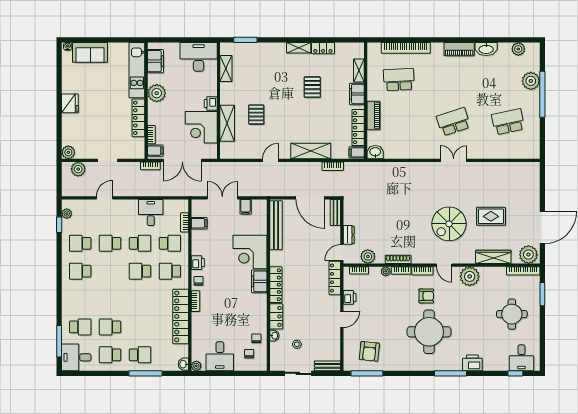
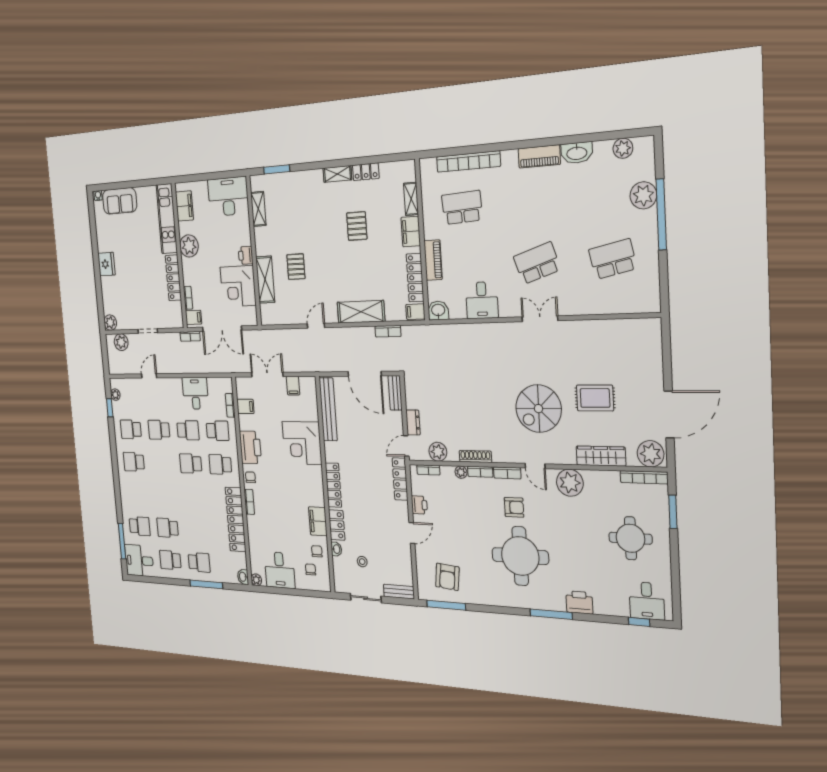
desk: (410, 146) -> (482, 300), added
printer: (198, 263) -> (250, 447), width x1.87, depth x1.48
filing cabinet: (259, 281) -> (318, 521), moved

